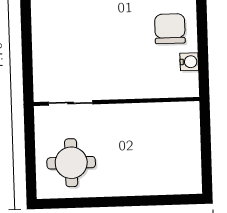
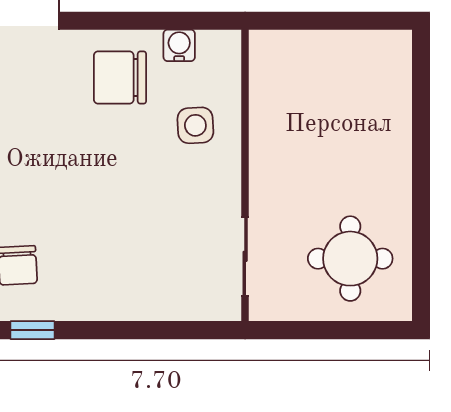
side table: (144, 72) -> (195, 125), added

